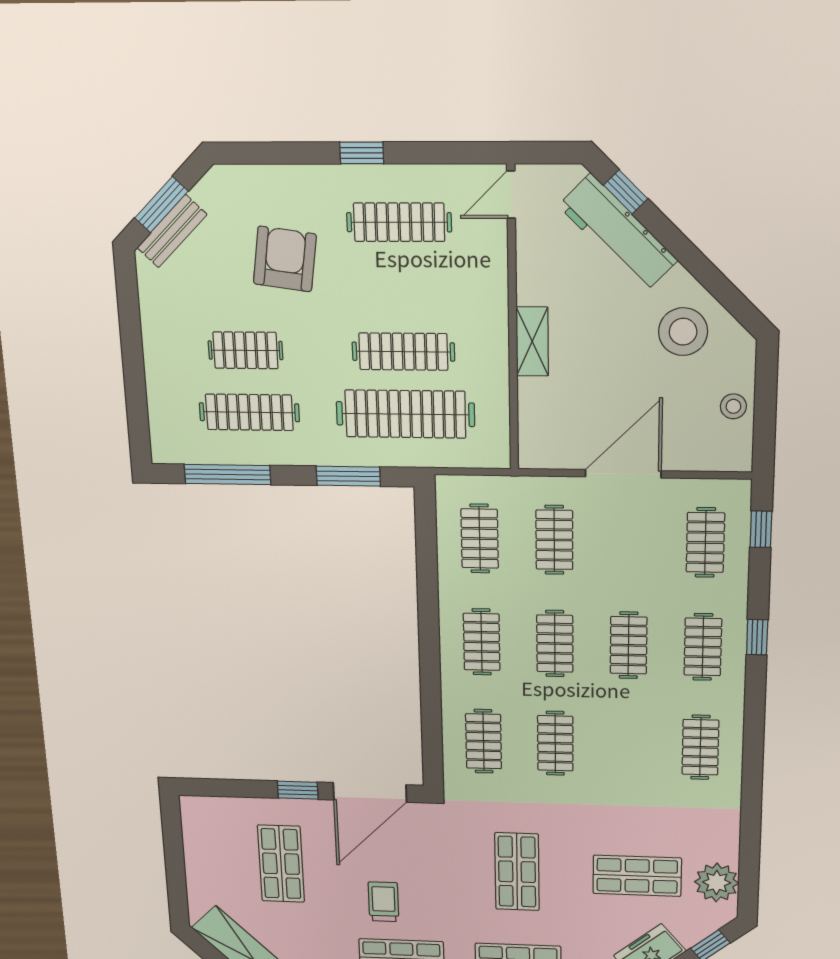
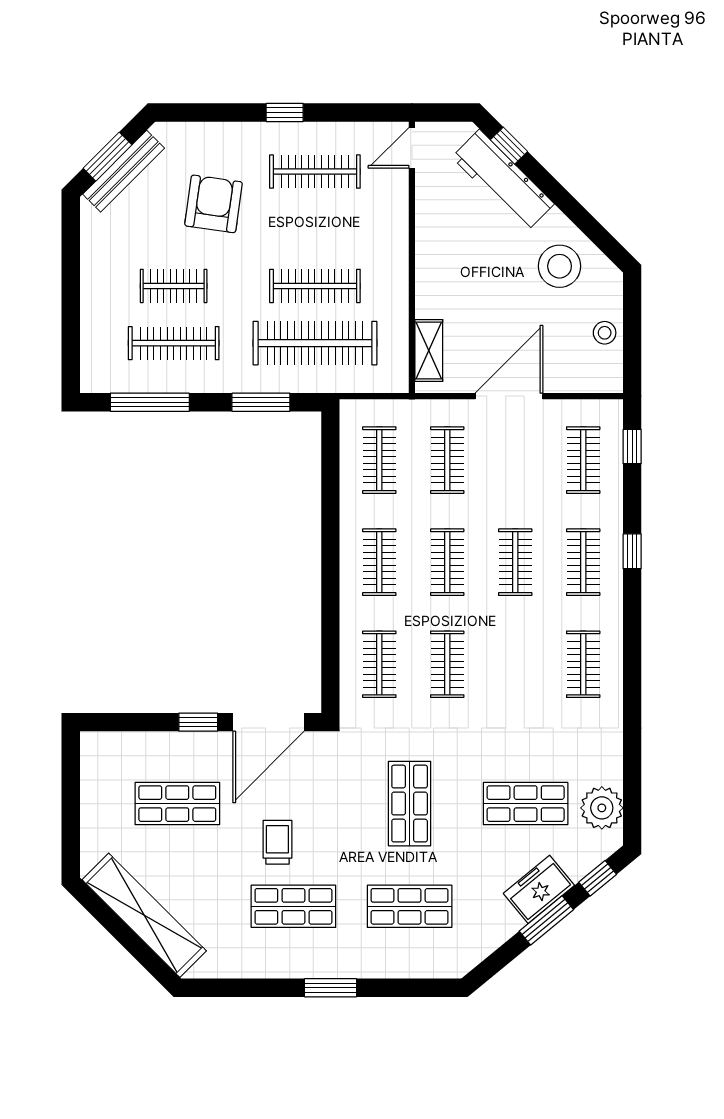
bench: (172, 231) -> (124, 171), width x1.36
shelving: (532, 342) -> (429, 350), moved
shop shelf: (281, 864) -> (177, 804), turned 90

